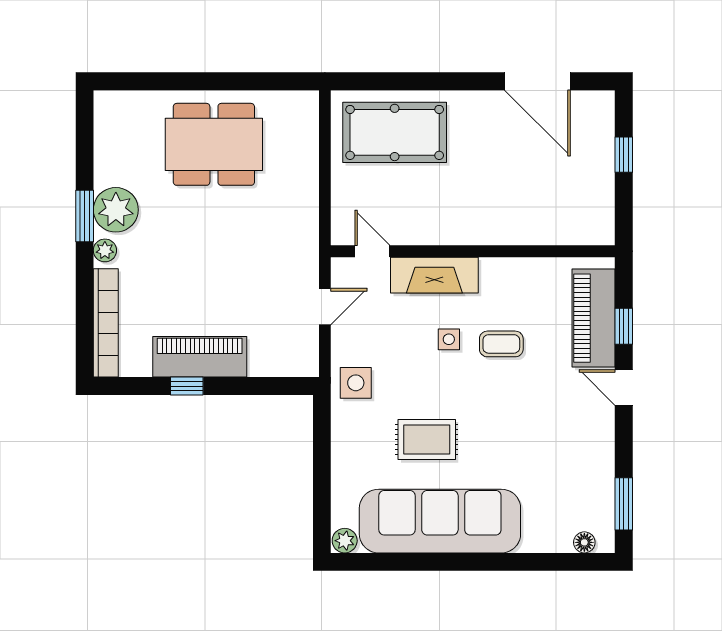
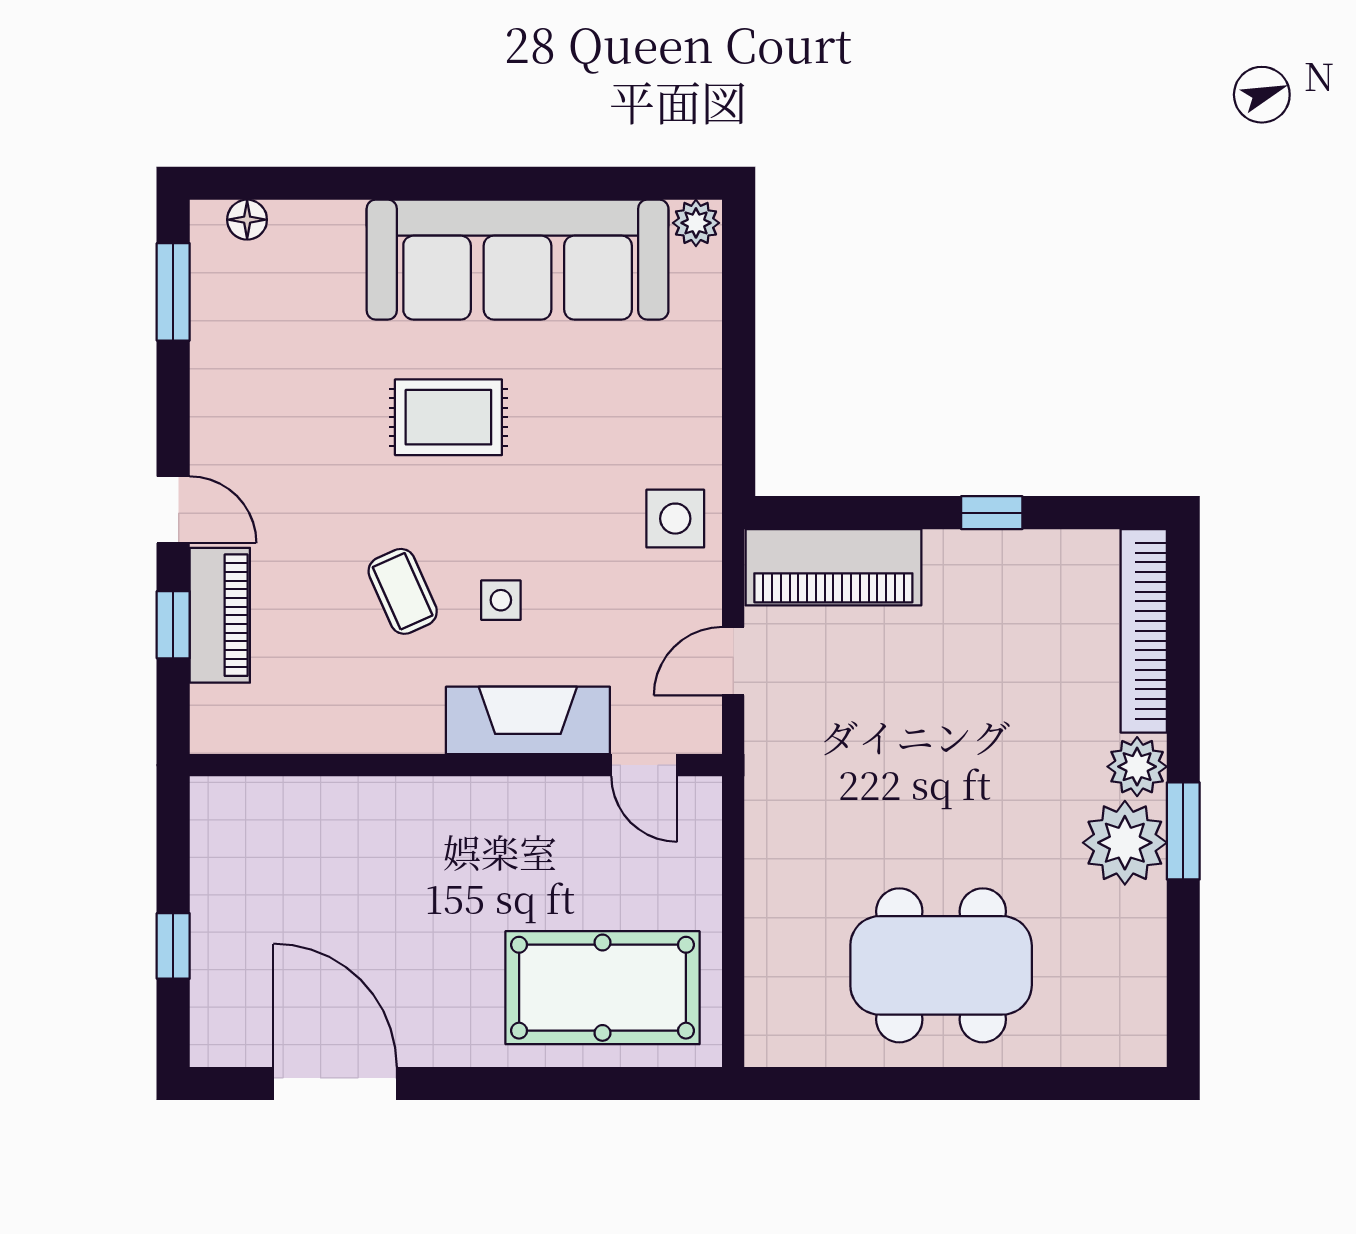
plant: (105, 250) -> (1137, 767), width x1.38, depth x1.38
piano: (594, 318) -> (220, 615), width x0.73, depth x0.75
coffee table: (501, 344) -> (403, 591), turned 66
piano: (200, 357) -> (833, 567), moved
rug: (427, 439) -> (448, 417), moved

